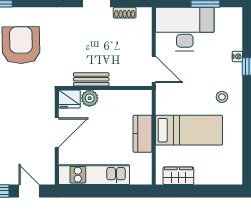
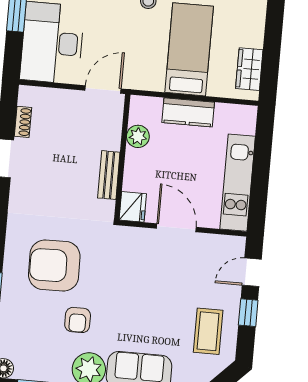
plant: (90, 98) -> (138, 136), moved

